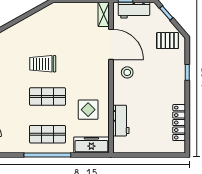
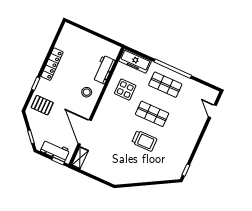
pallet: (168, 41) -> (42, 105), moved
stool: (127, 72) -> (87, 92), moved
locker: (179, 123) -> (52, 64), moved

